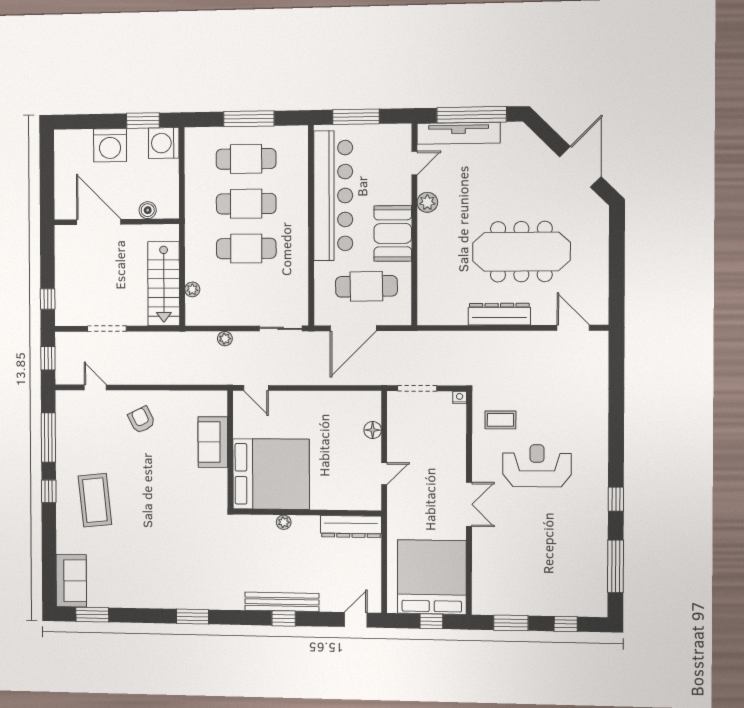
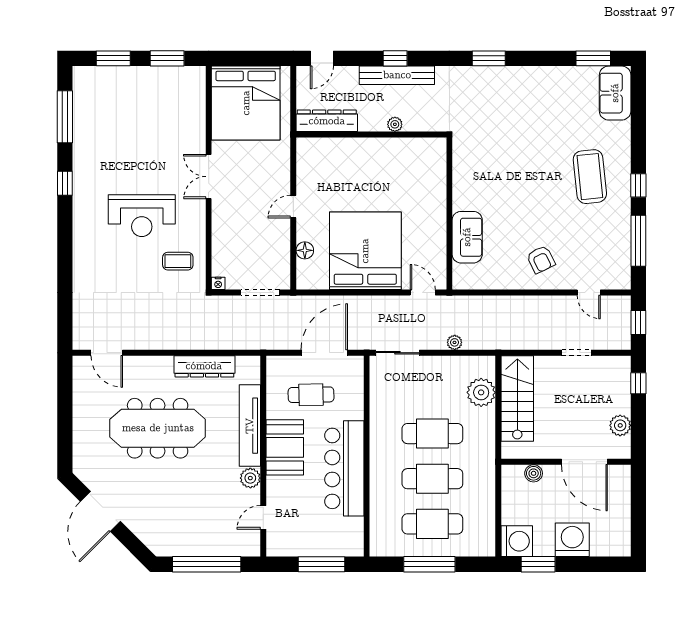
tv unit: (459, 133) -> (250, 426), moved, turned -90
bar counter: (333, 196) -> (344, 468), width x0.73
plant: (65, 258) -> (620, 425), added
cafe table: (366, 286) -> (311, 395), width x0.73, depth x0.74
plant: (192, 289) -> (481, 392), width x1.88, depth x1.88
dresser: (499, 314) -> (204, 366), moved
doorway: (107, 329) -> (576, 353), width x0.73
bed: (271, 474) -> (365, 251), moved, turned 90
wall: (307, 512) -> (371, 135), moved
plant: (284, 522) -> (395, 124), moved
dresser: (351, 527) -> (327, 121), moved
window: (431, 621) -> (246, 58), removed
window: (566, 624) -> (113, 58), width x1.50

